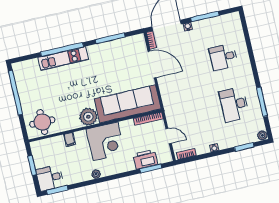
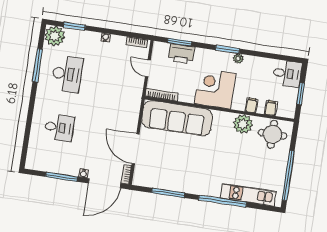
kitchen unit: (63, 59) -> (248, 195), moved
plant: (88, 117) -> (243, 124), moved
plant: (262, 135) -> (55, 36), width x1.88, depth x1.88
filing cabinet: (52, 144) -> (271, 108), added
window: (57, 190) -> (228, 49), moved

